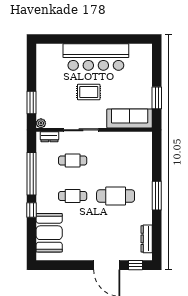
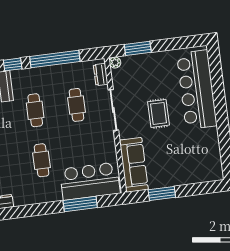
bar counter: (96, 57) -> (197, 90), moved
bar counter: (139, 157) -> (90, 181), added
cafe table: (116, 196) -> (42, 160), width x0.73, depth x0.74
window: (157, 196) -> (80, 204), moved

